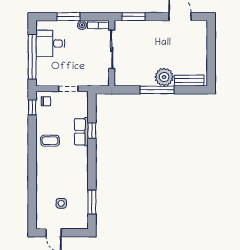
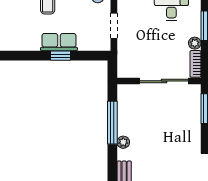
plant: (164, 77) -> (123, 142), width x0.53, depth x0.53
window: (157, 90) -> (112, 123), moved

